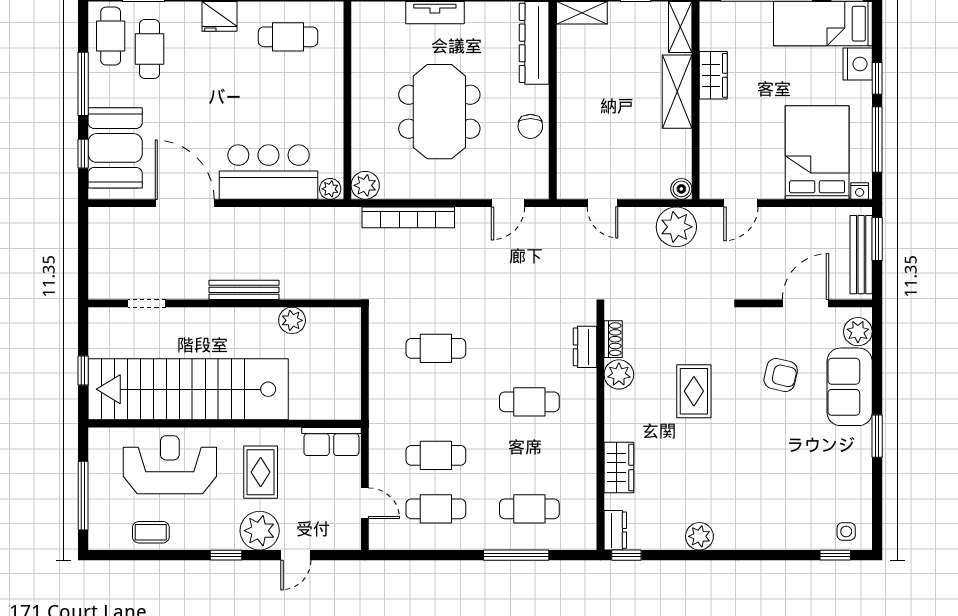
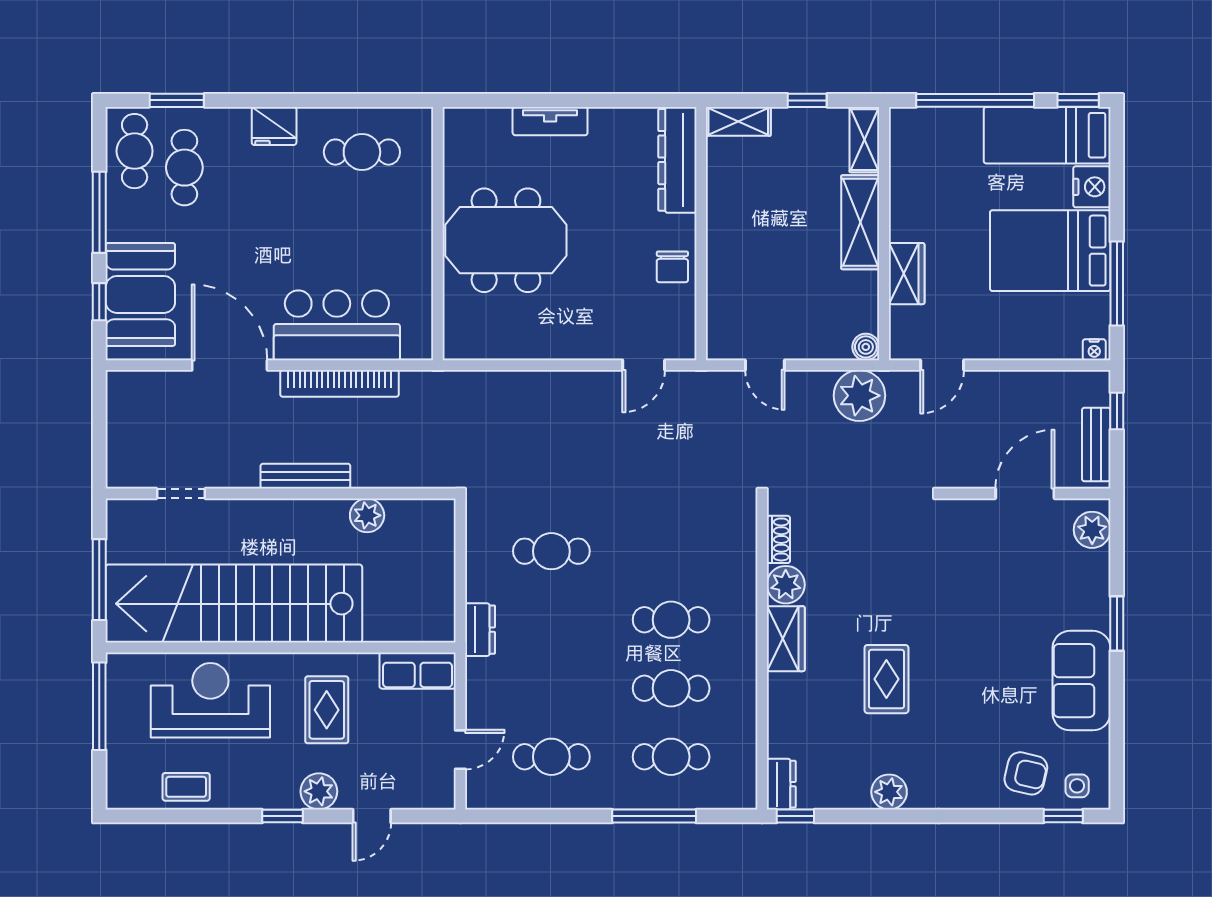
wardrobe: (713, 75) -> (907, 274), moved
window: (877, 78) -> (1117, 205), removed
meeting table: (439, 112) -> (506, 240), moved, turned 90
bed: (817, 152) -> (1050, 251), moved, turned -90
plant: (365, 185) -> (461, 342), removed
plant: (330, 189) -> (416, 347), removed
bookcase: (408, 217) -> (339, 383), moved
window: (877, 239) -> (1117, 411), width x0.67
bench: (861, 255) -> (1096, 444), width x0.73
dresser: (585, 347) -> (480, 630), moved, turned 180
window: (83, 371) -> (99, 580), width x2.17
armchair: (781, 375) -> (1026, 773), moved
sofa: (850, 387) -> (1081, 681), moved
rug: (694, 391) -> (886, 679), moved
window: (877, 436) -> (1117, 624), moved
cafe table: (436, 455) -> (671, 688), moved
wardrobe: (619, 468) -> (786, 639), moved
window: (83, 496) -> (99, 706), moved
door: (365, 503) -> (460, 750), hinge flipped
plant: (260, 531) -> (319, 791), width x0.73, depth x0.73

